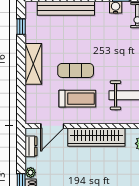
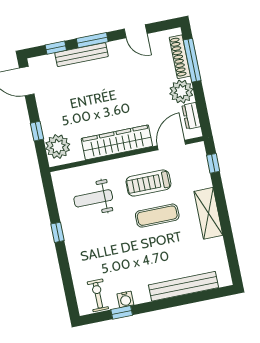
window: (21, 27) -> (213, 163), moved
plant: (31, 173) -> (181, 92), width x1.88, depth x1.88

